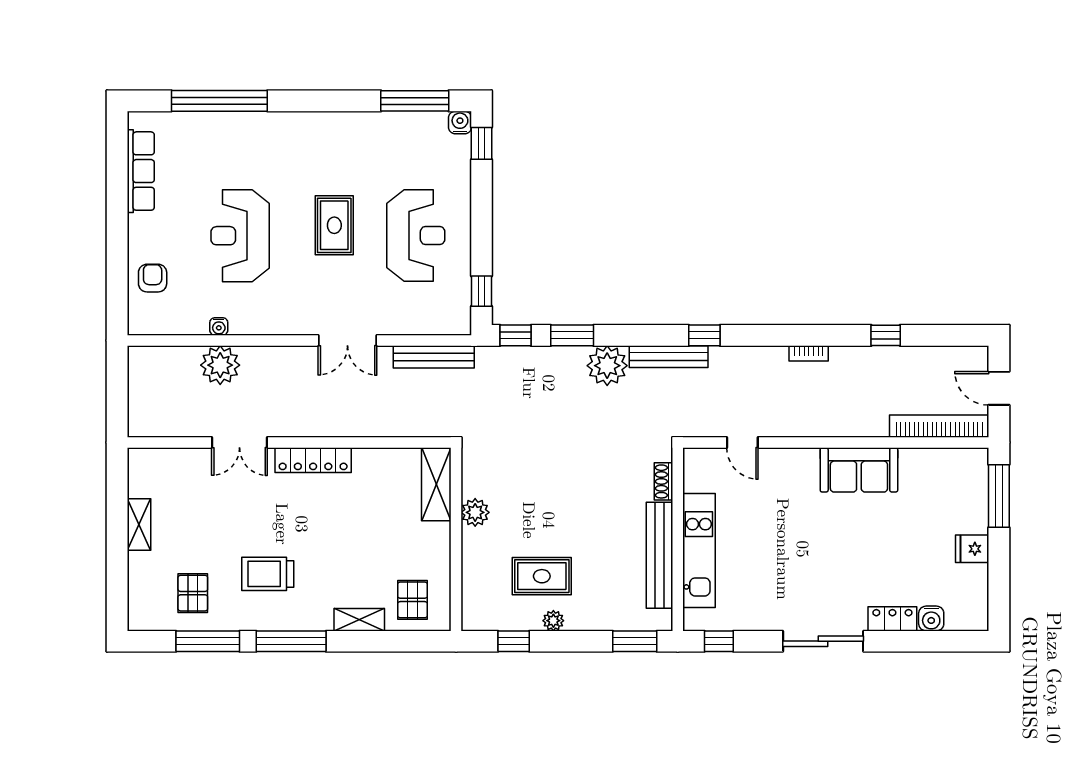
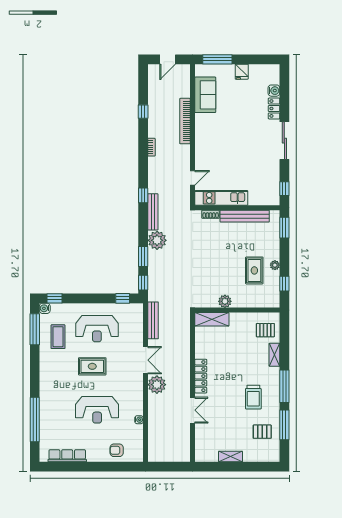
coffee table: (399, 151) -> (58, 337), added
reception desk: (416, 235) -> (97, 329), turned 180
plant: (220, 365) -> (157, 385), moved
bookcase: (939, 426) -> (185, 121), moved
sofa: (859, 470) -> (205, 95), moved
kitchen unit: (699, 550) -> (221, 198), moved

